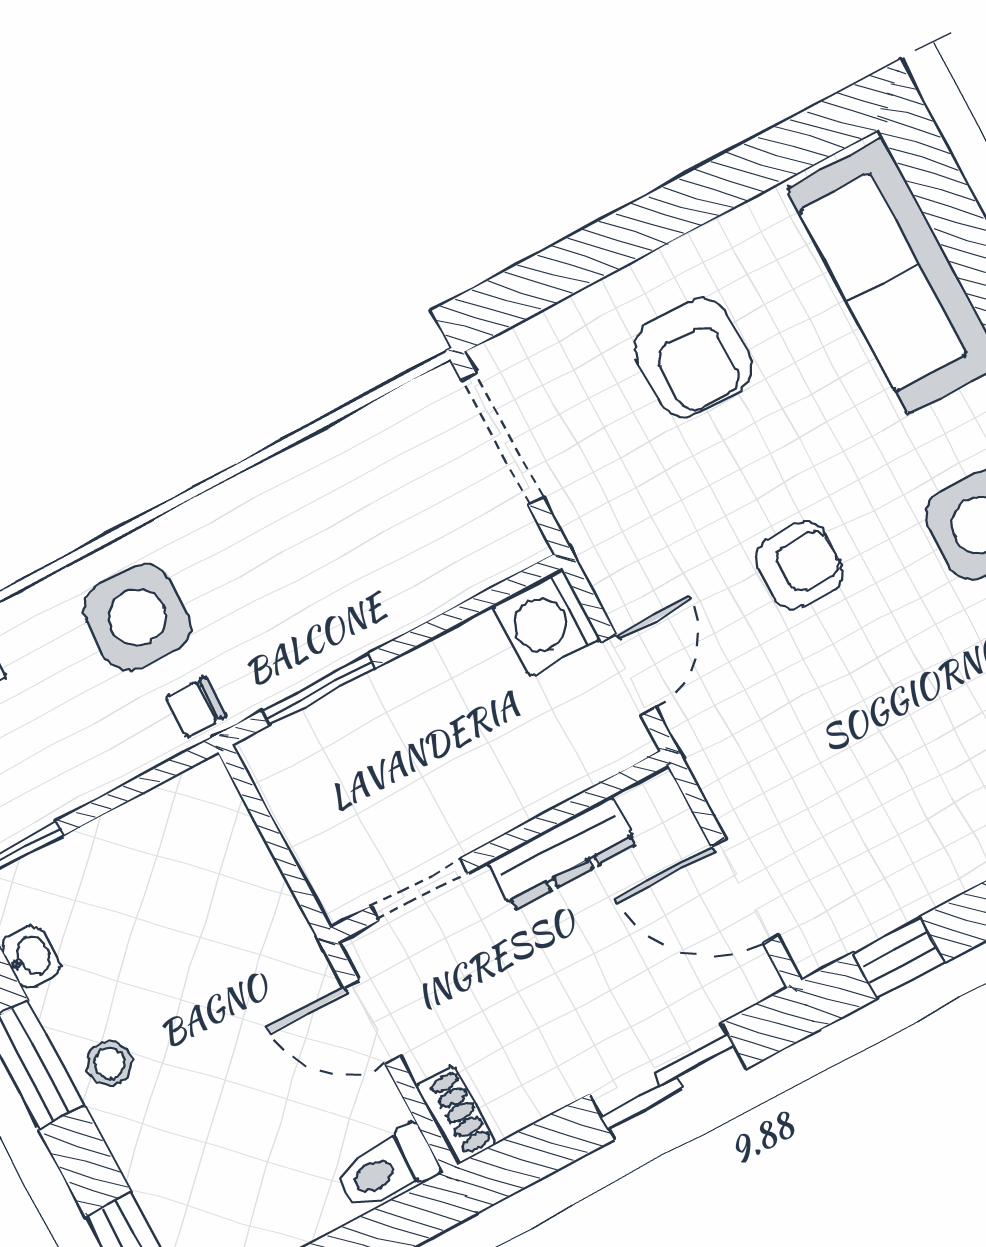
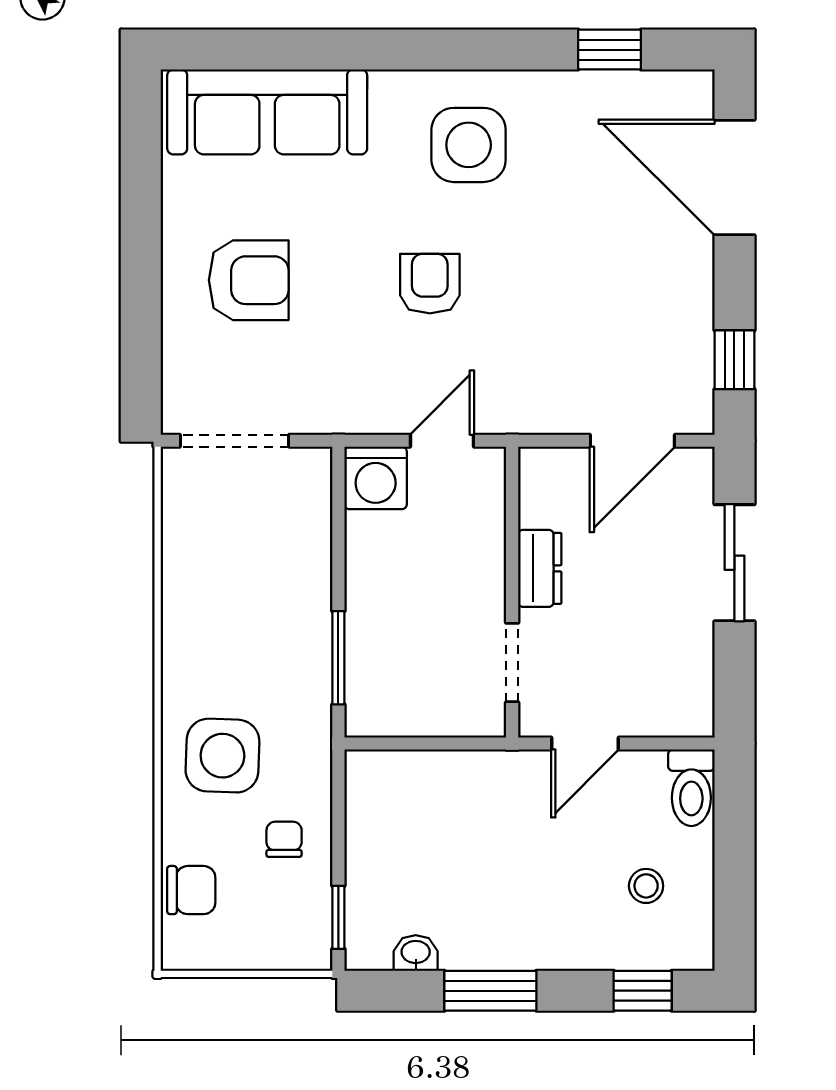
door: (629, 675) -> (442, 441), hinge flipped
chair: (196, 707) -> (284, 839), moved, turned 180
dresser: (562, 853) -> (540, 568), width x0.70
stool: (110, 1063) -> (646, 886), moved
shoe rack: (455, 1115) -> (680, 721), removed

